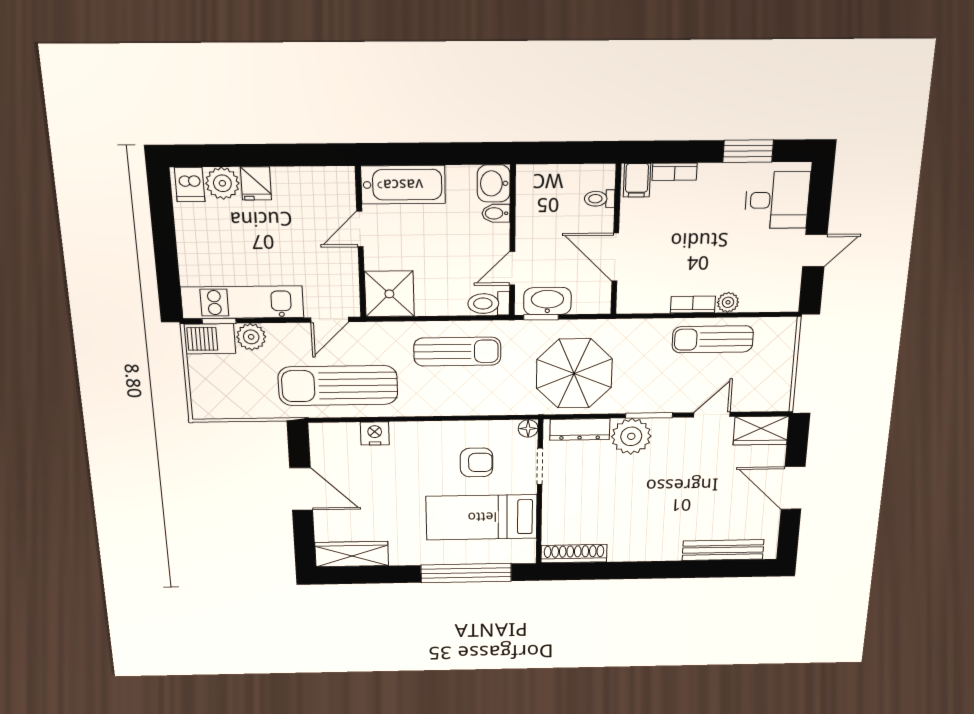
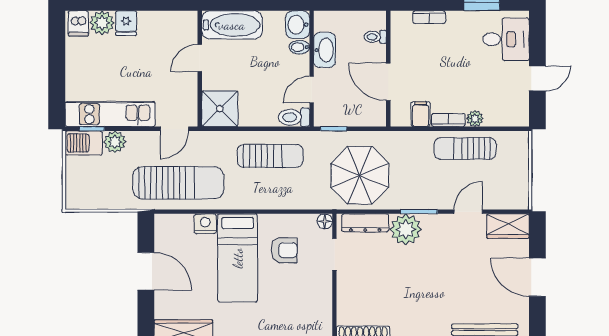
filing cabinet: (637, 180) -> (421, 114), moved, turned 180
washbasin: (547, 301) -> (324, 50), moved, turned 90
sun lounger: (338, 386) -> (178, 183), turned 180
bed: (482, 517) -> (238, 258), moved, turned -90

